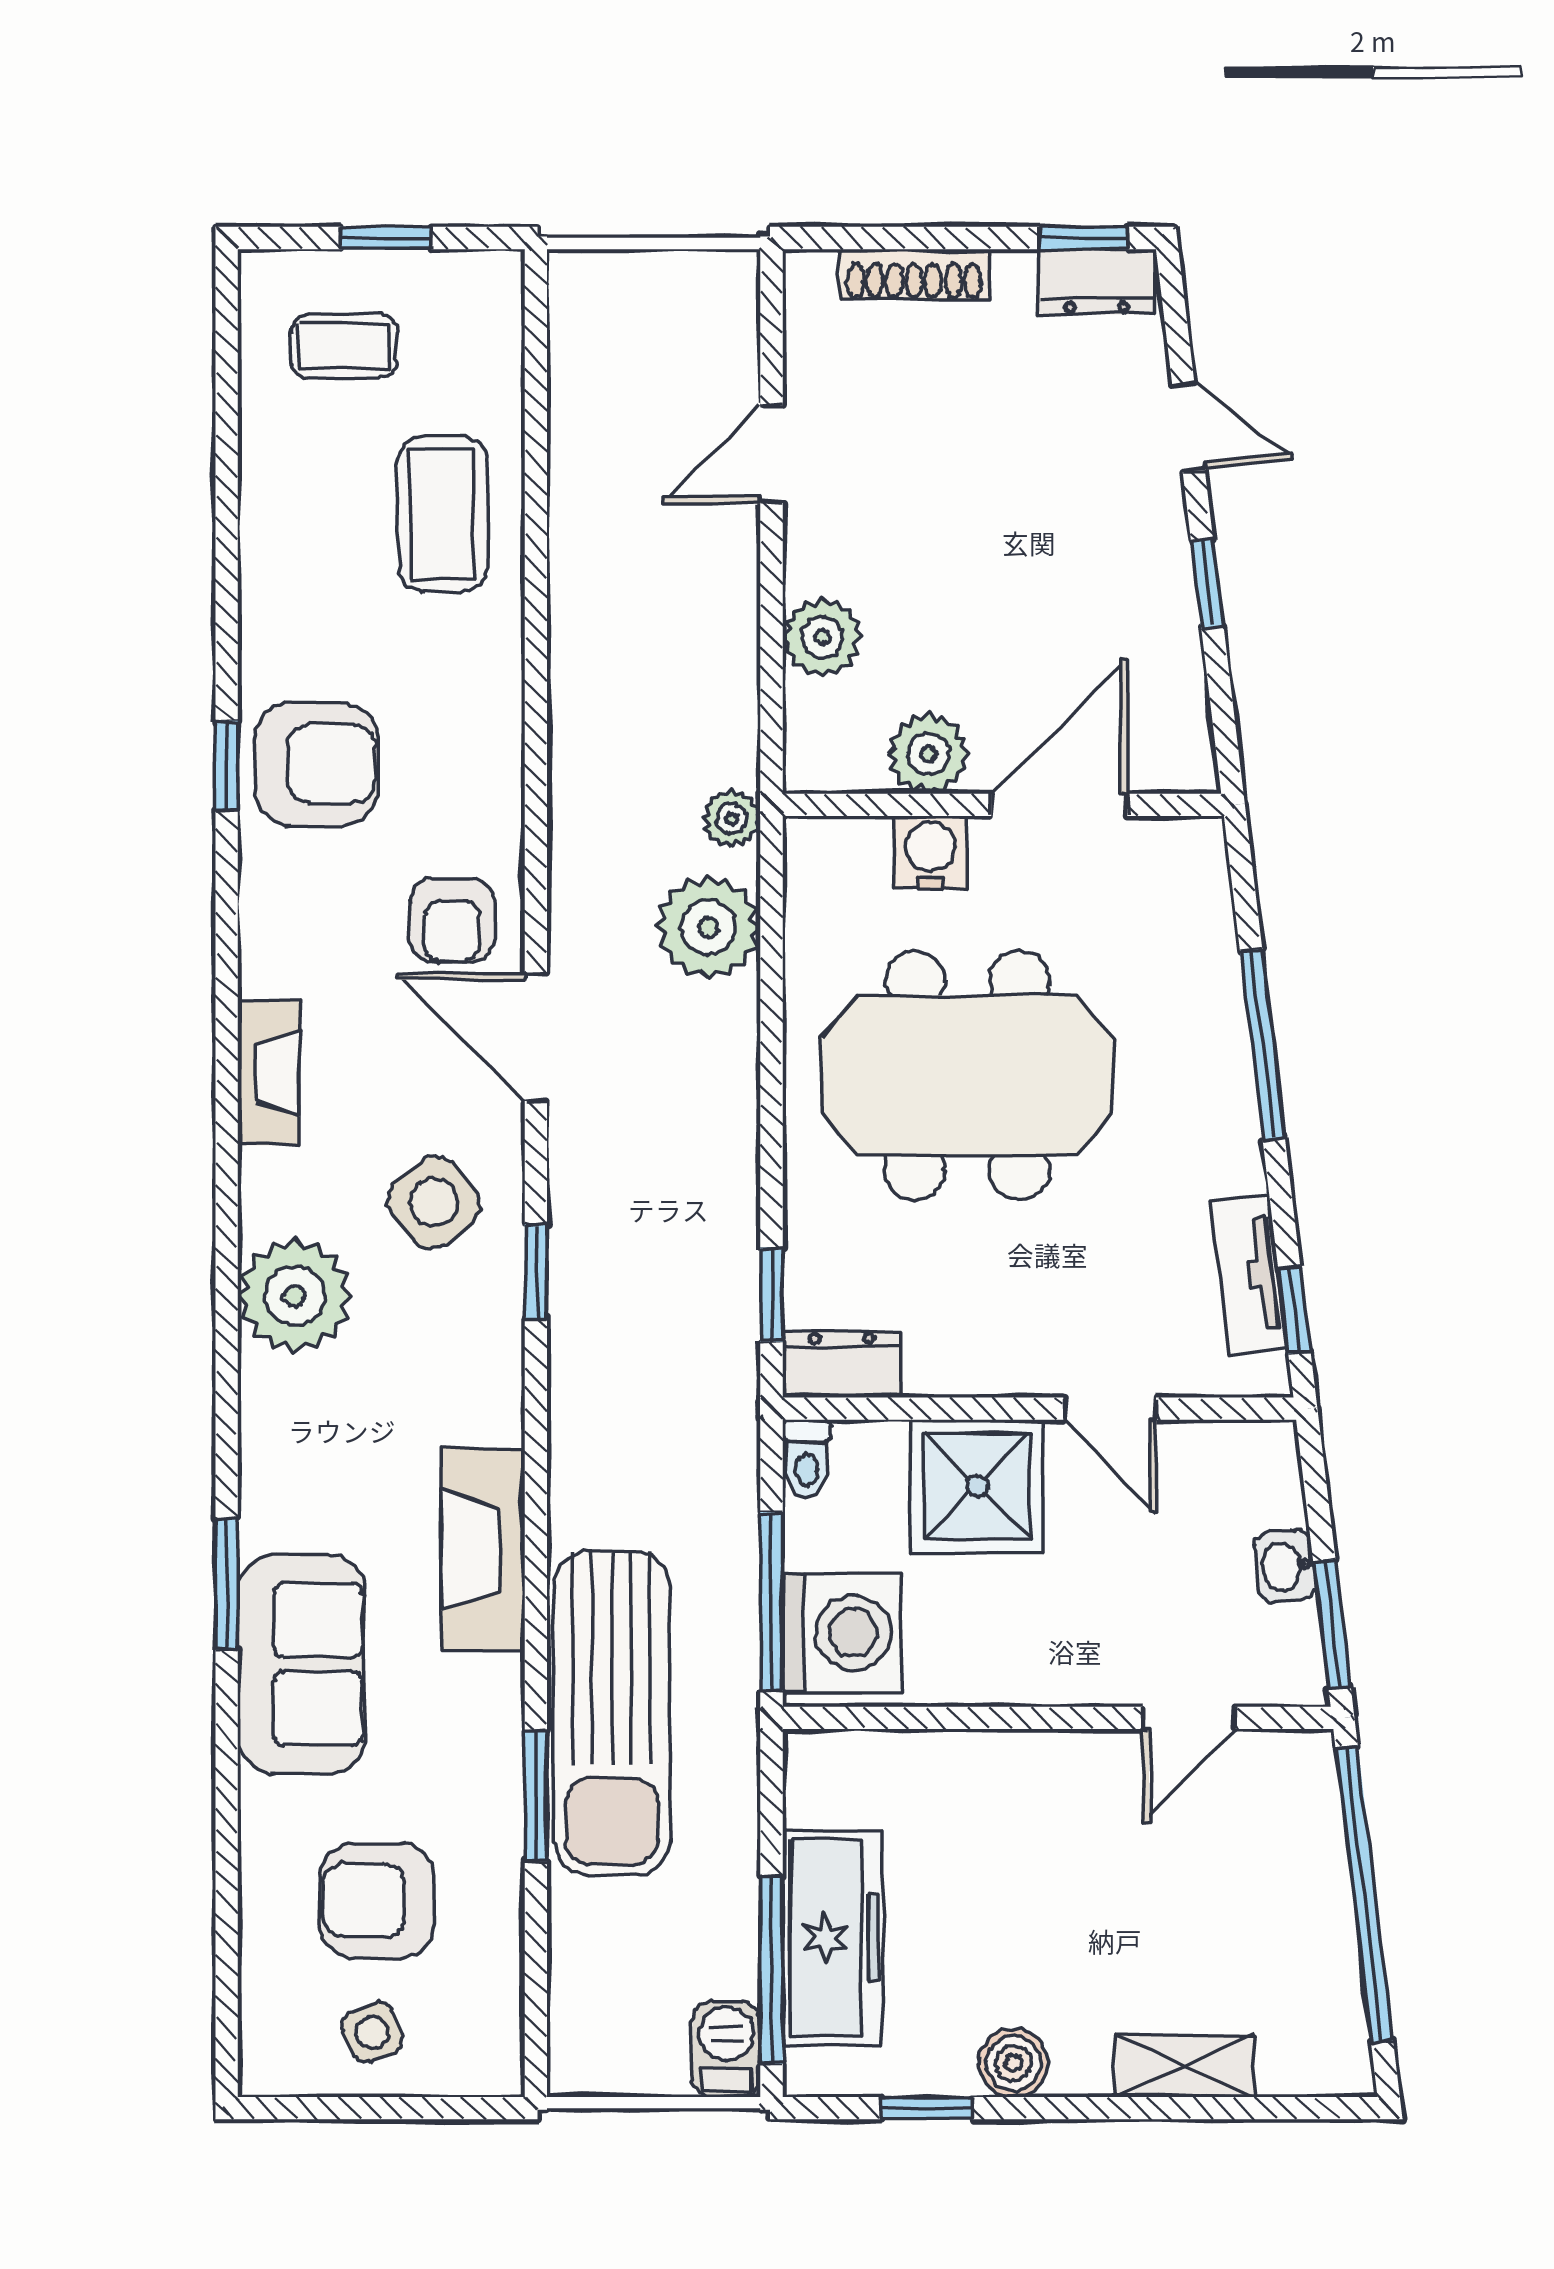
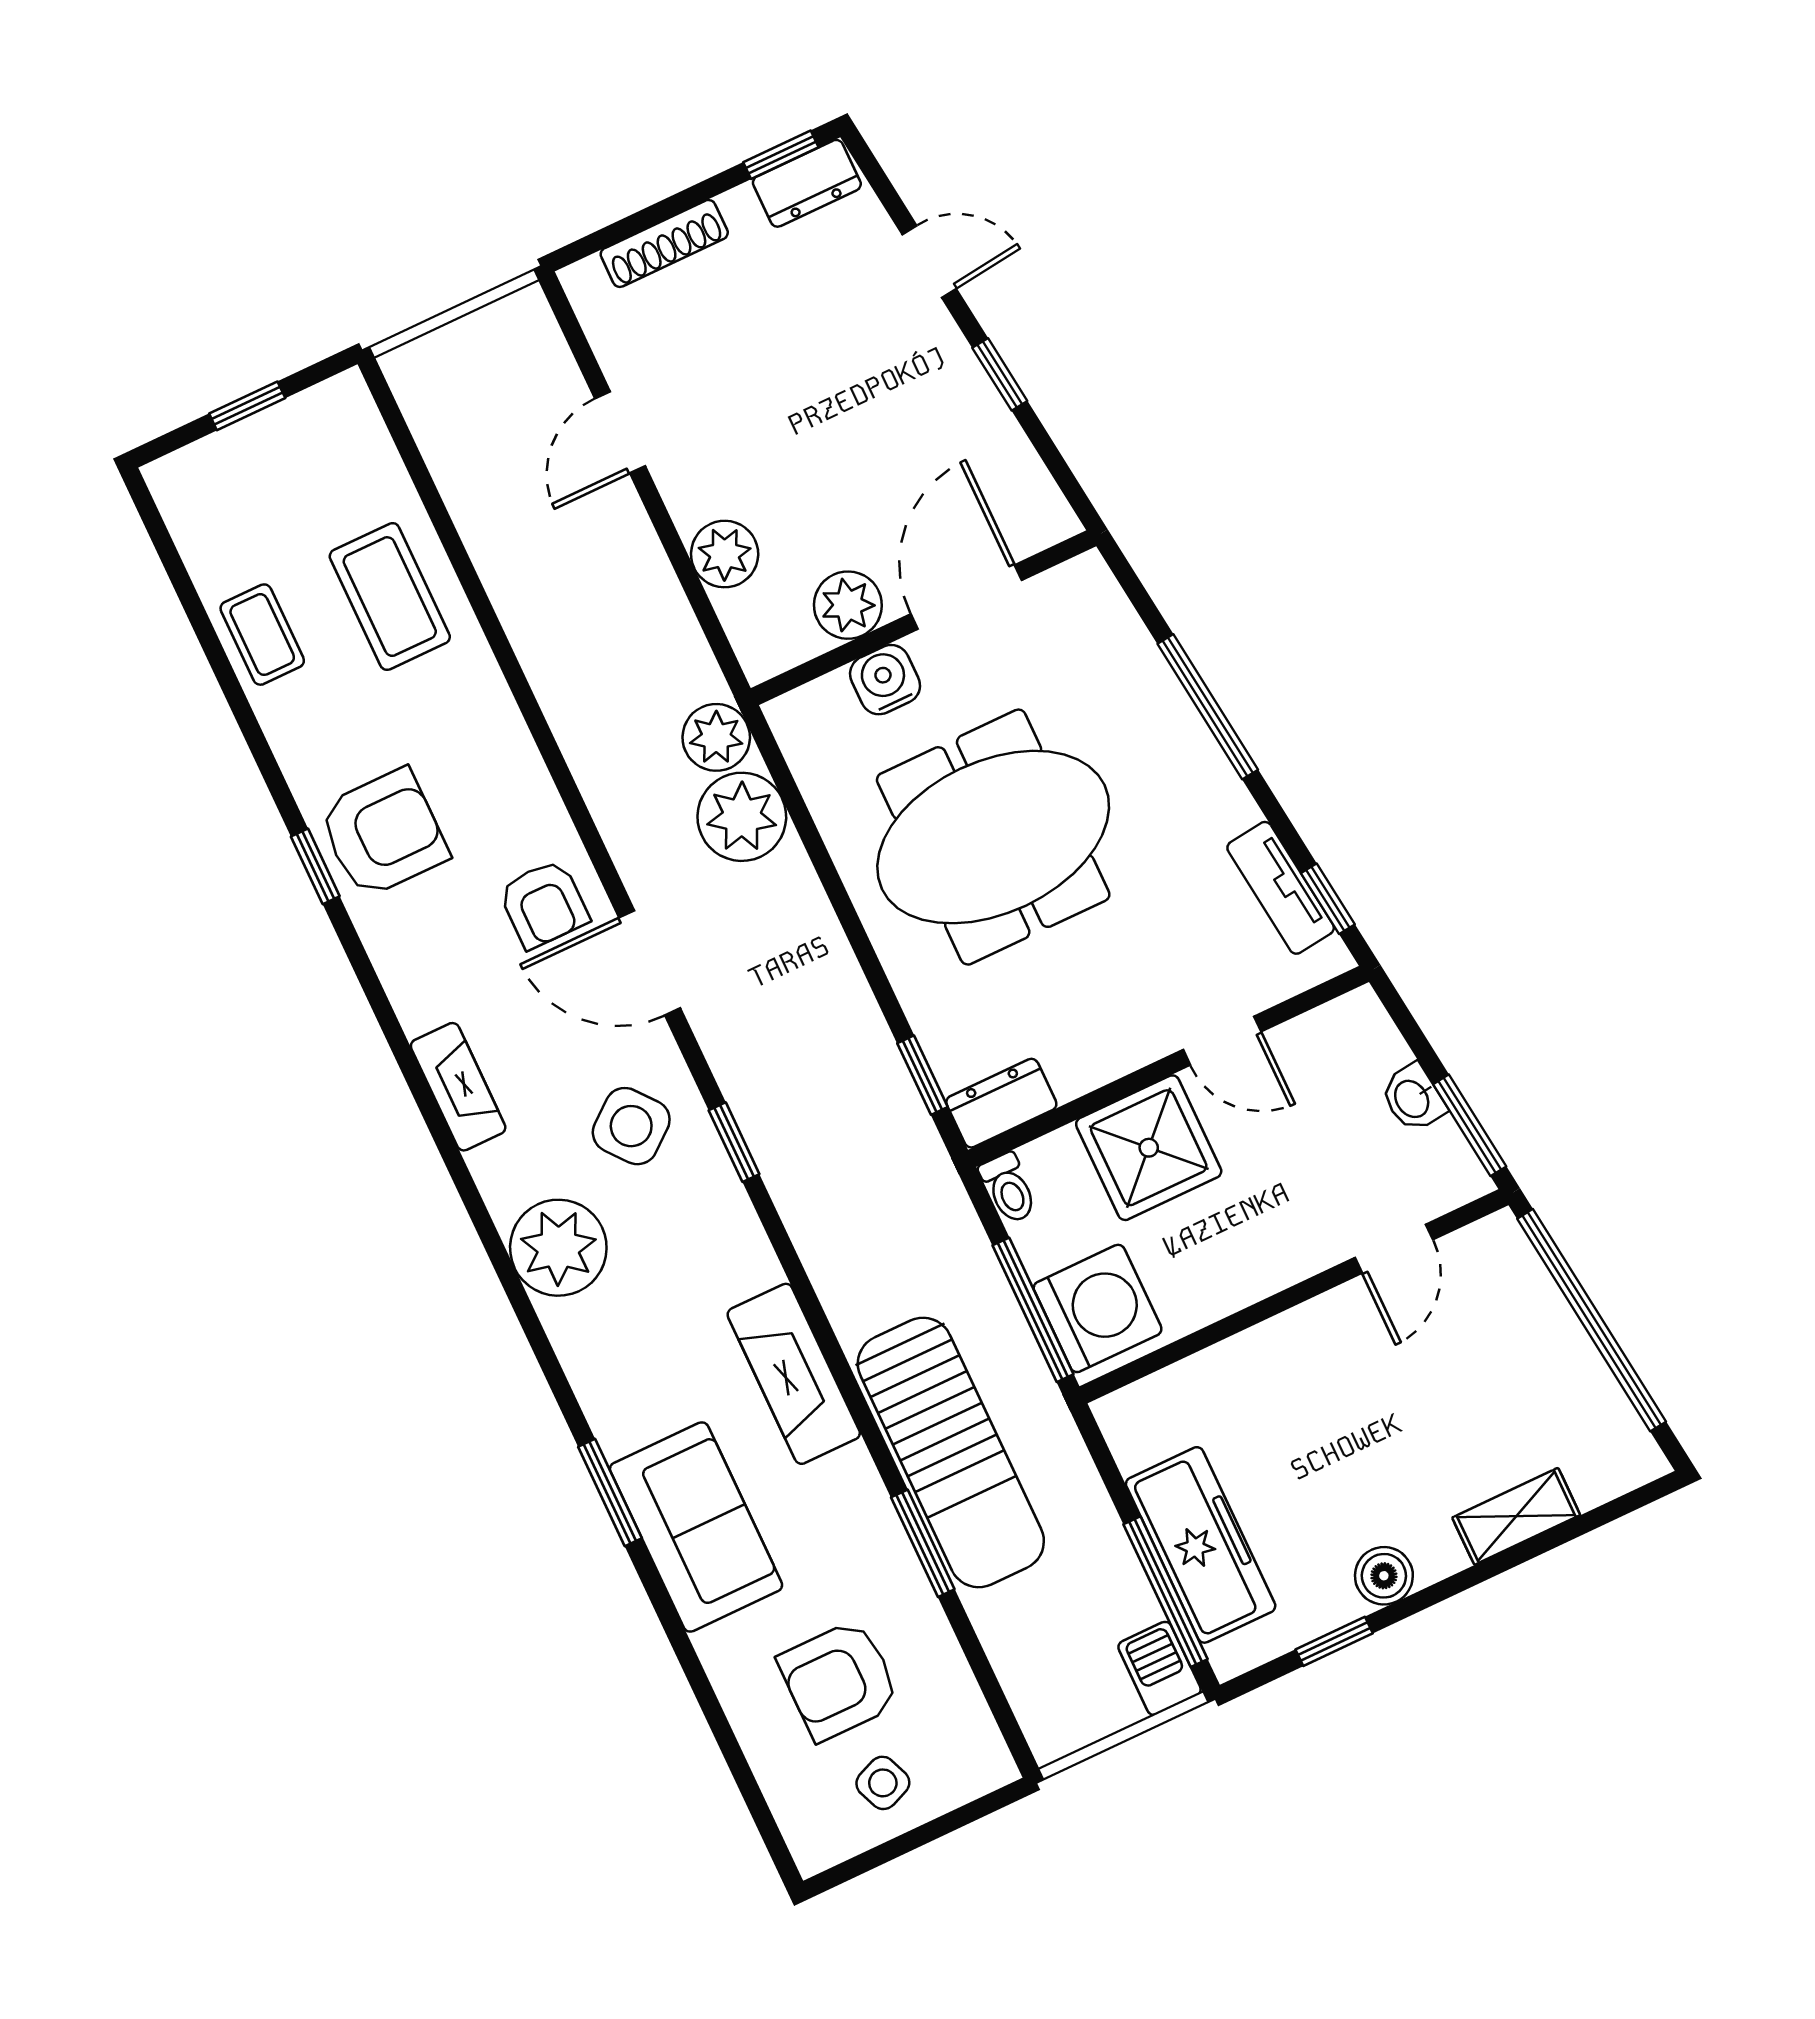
coffee table: (344, 346) -> (262, 635), moved, turned 90
plant: (732, 818) -> (716, 737), width x1.38, depth x1.38

